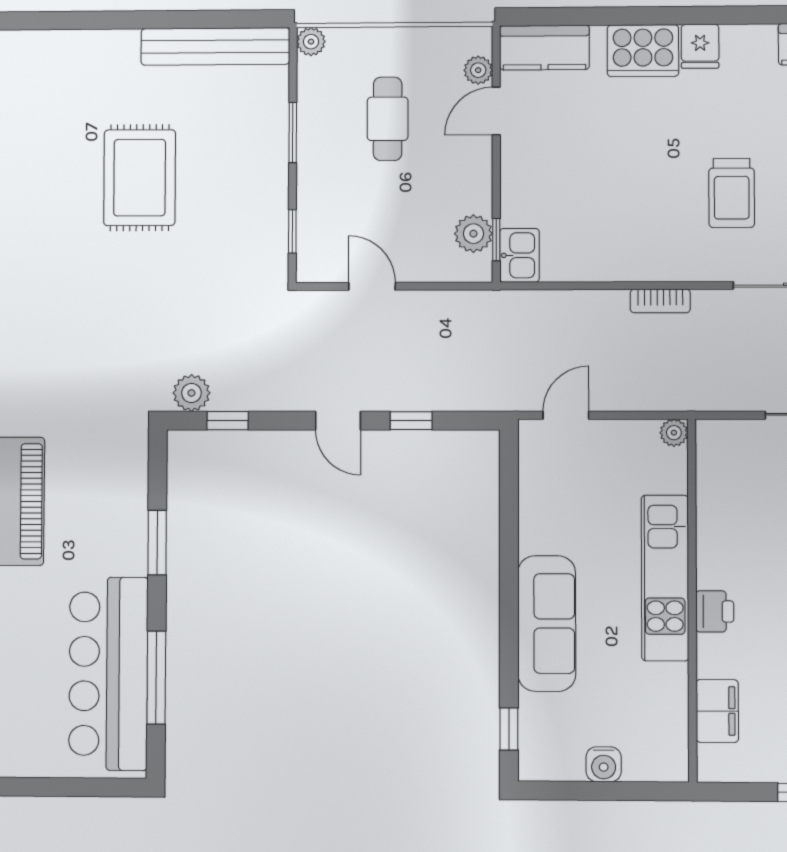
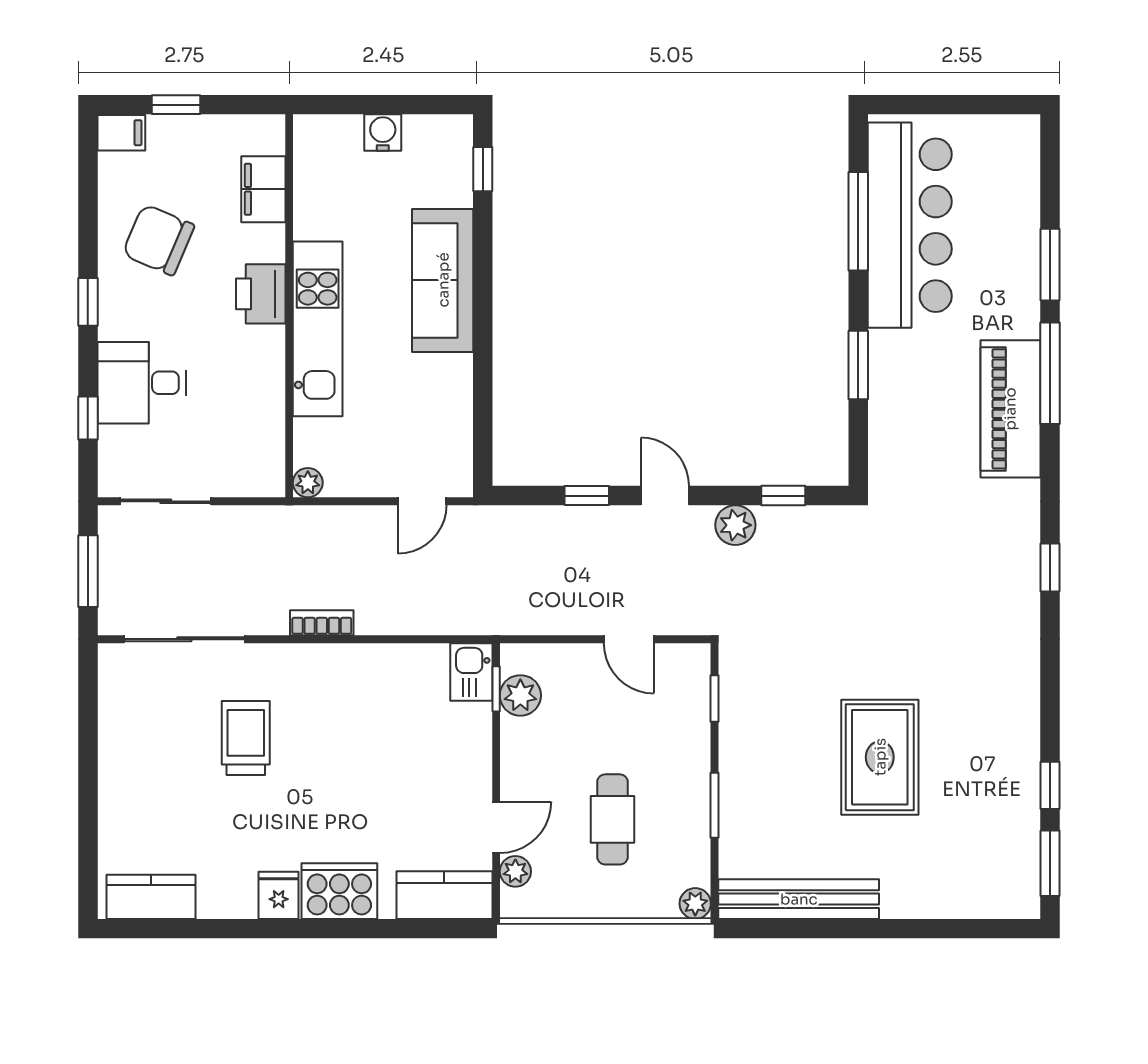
plant: (191, 393) -> (735, 525), moved
printer: (715, 611) -> (261, 294), width x1.36, depth x1.24

